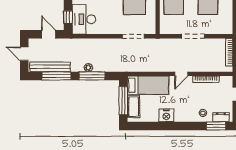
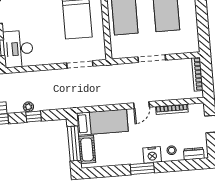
window: (92, 76) -> (34, 117), width x0.46
nightstand: (166, 115) -> (152, 155), moved
window: (216, 126) -> (142, 169), moved

